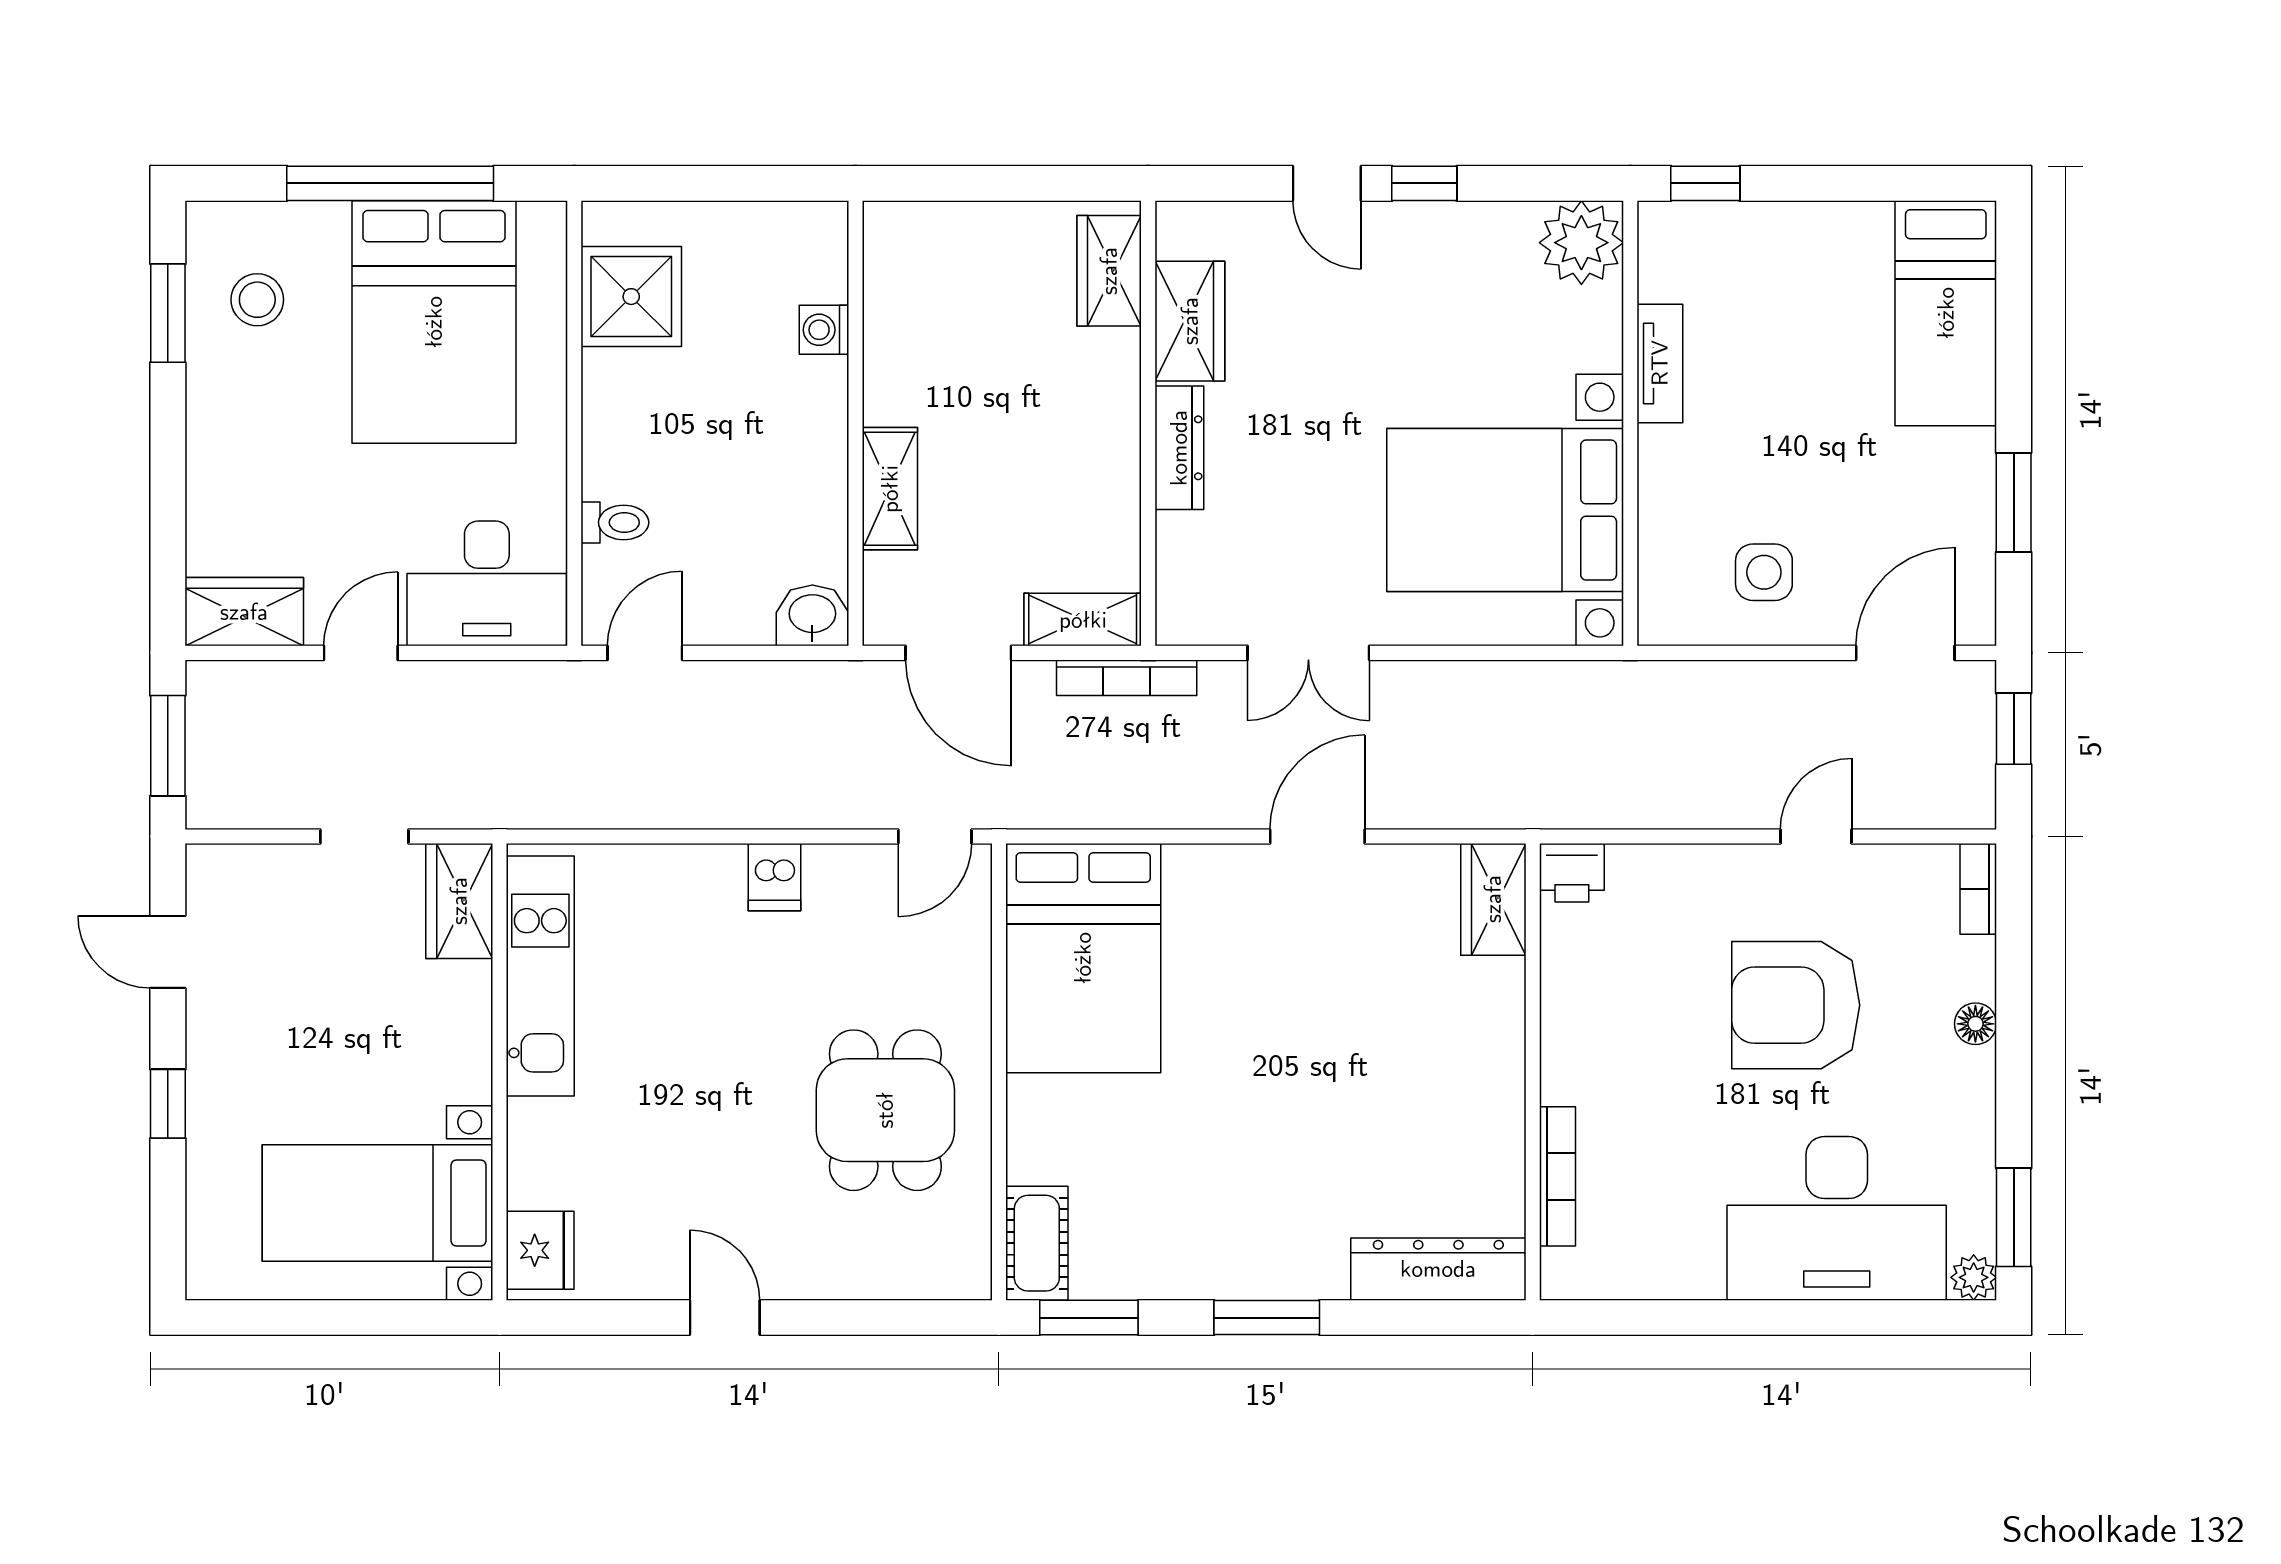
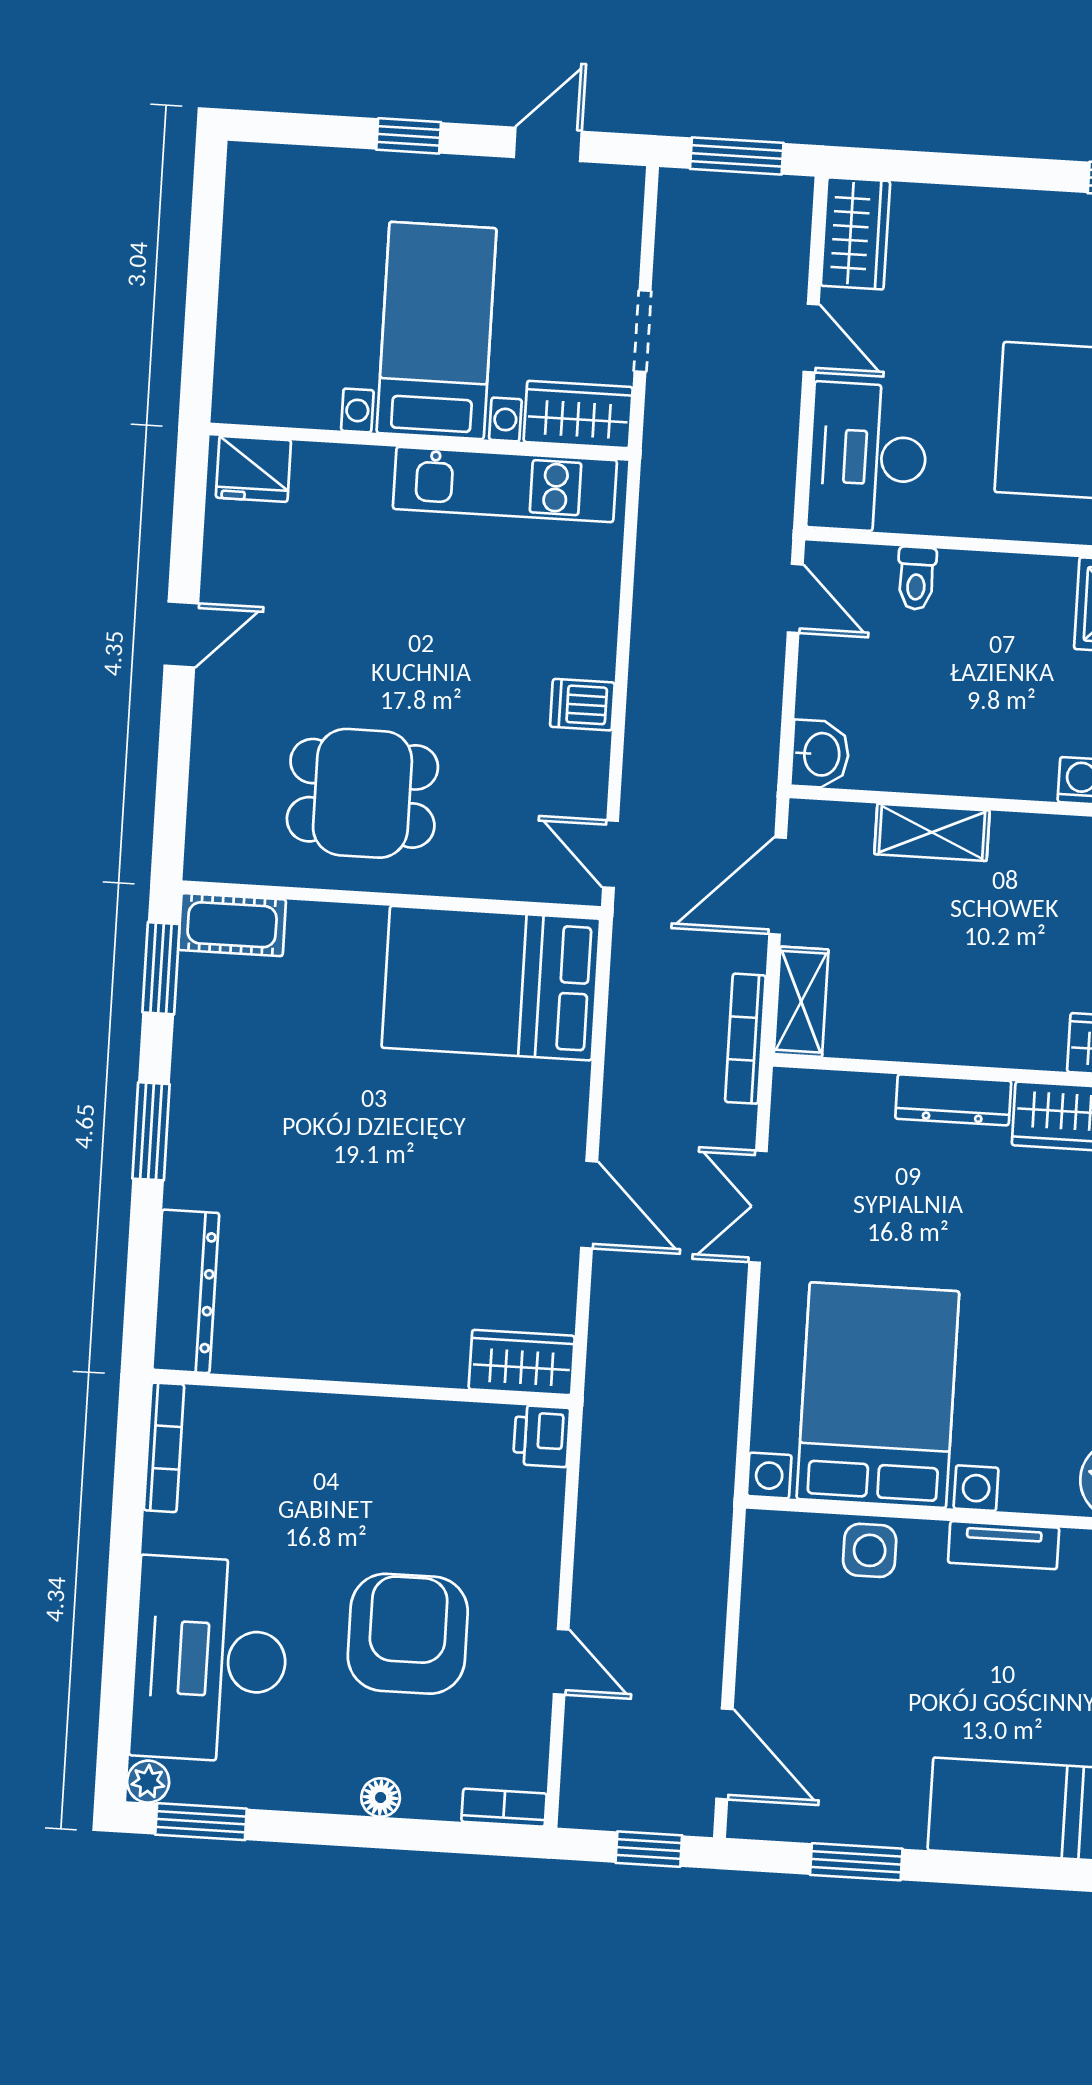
side table: (1764, 572) -> (870, 1550), moved
bookcase: (1557, 1176) -> (164, 1447), moved, turned -90
bed with nightstands: (378, 1203) -> (437, 331), moved

